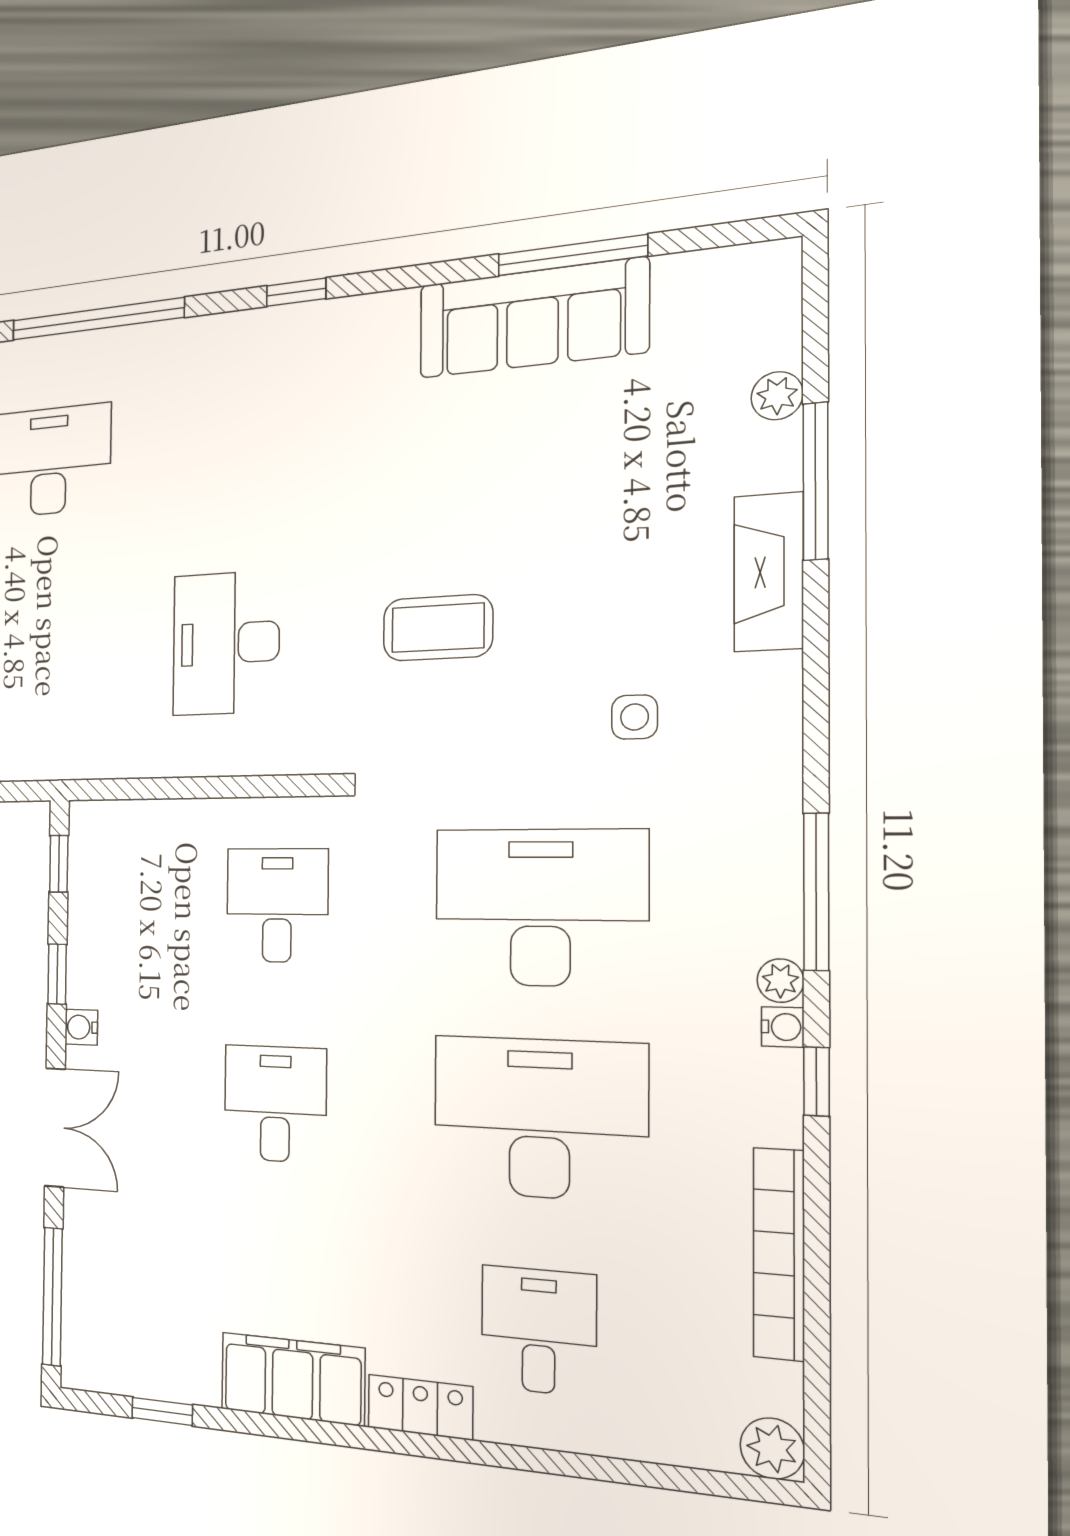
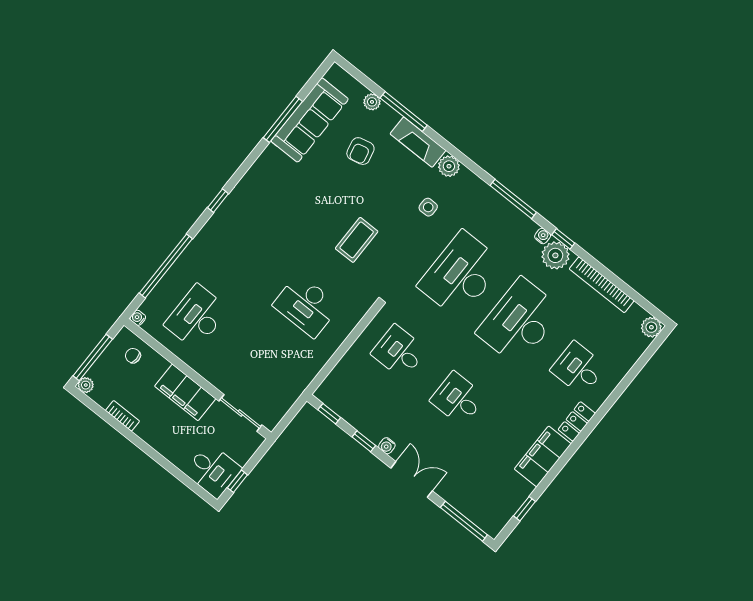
sofa: (532, 318) -> (310, 120), moved
armchair: (640, 470) -> (360, 151), added
plant: (770, 685) -> (449, 166), added
plant: (780, 981) -> (555, 255), moved, width x1.87, depth x1.87

